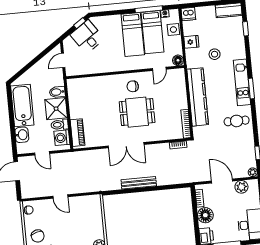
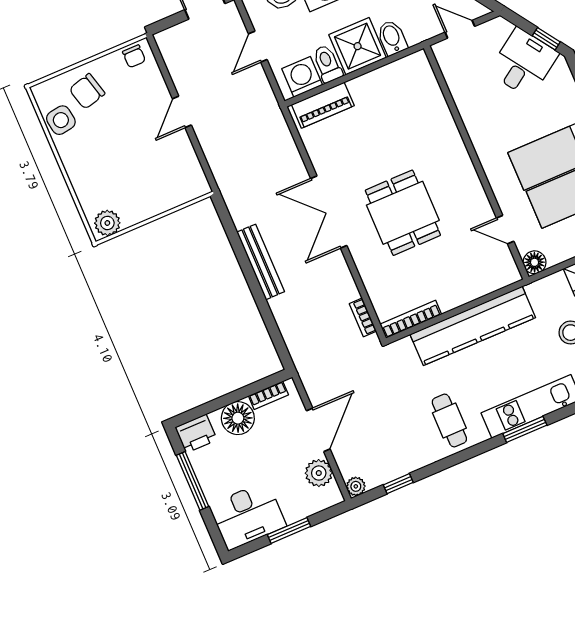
chair: (133, 86) -> (452, 187), removed

